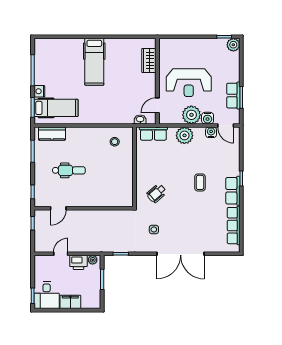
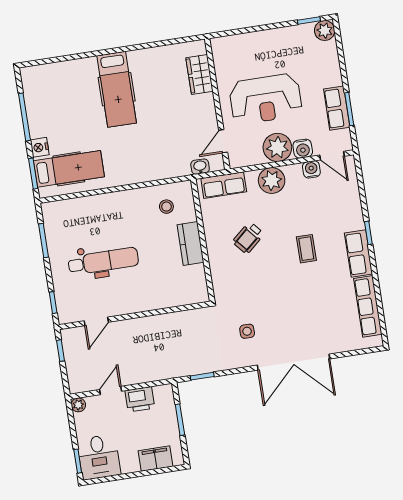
kitchen counter: (52, 134) -> (191, 244), moved, turned 90
dental chair: (69, 170) -> (103, 261), width x1.36, depth x1.38
wheelchair: (157, 193) -> (248, 238), moved
plant: (93, 260) -> (78, 405), moved
filing cabinet: (70, 302) -> (156, 459), moved

